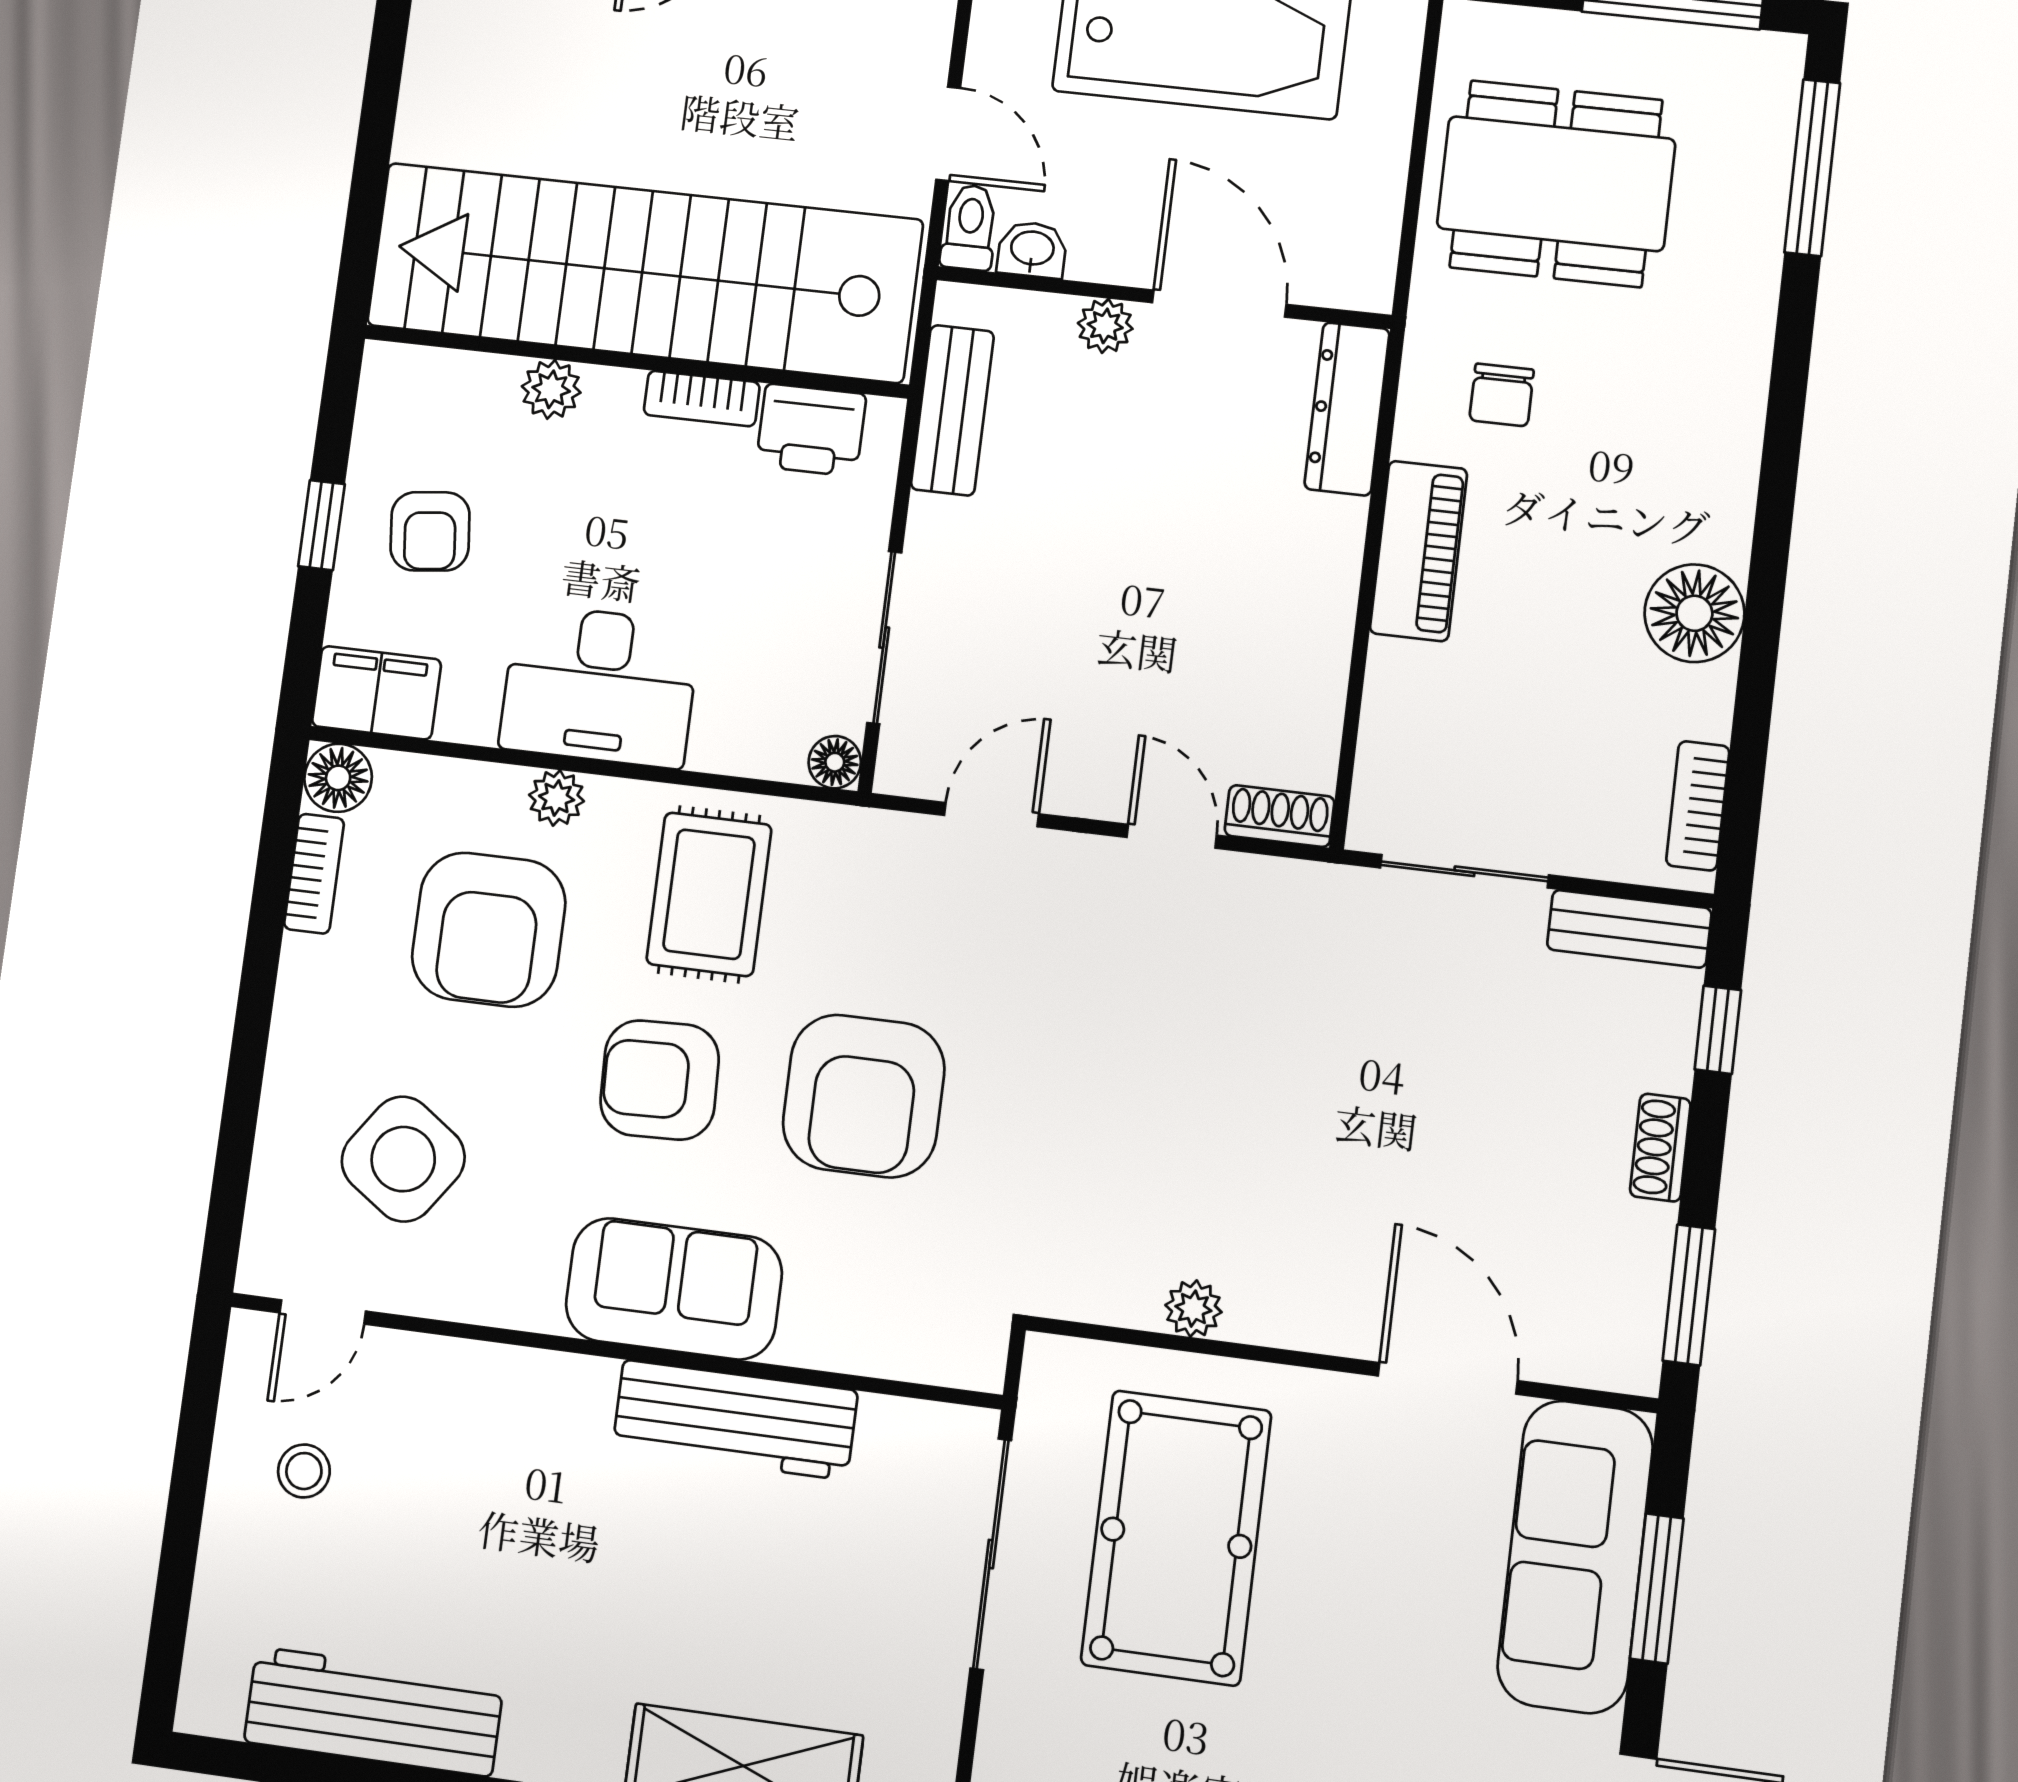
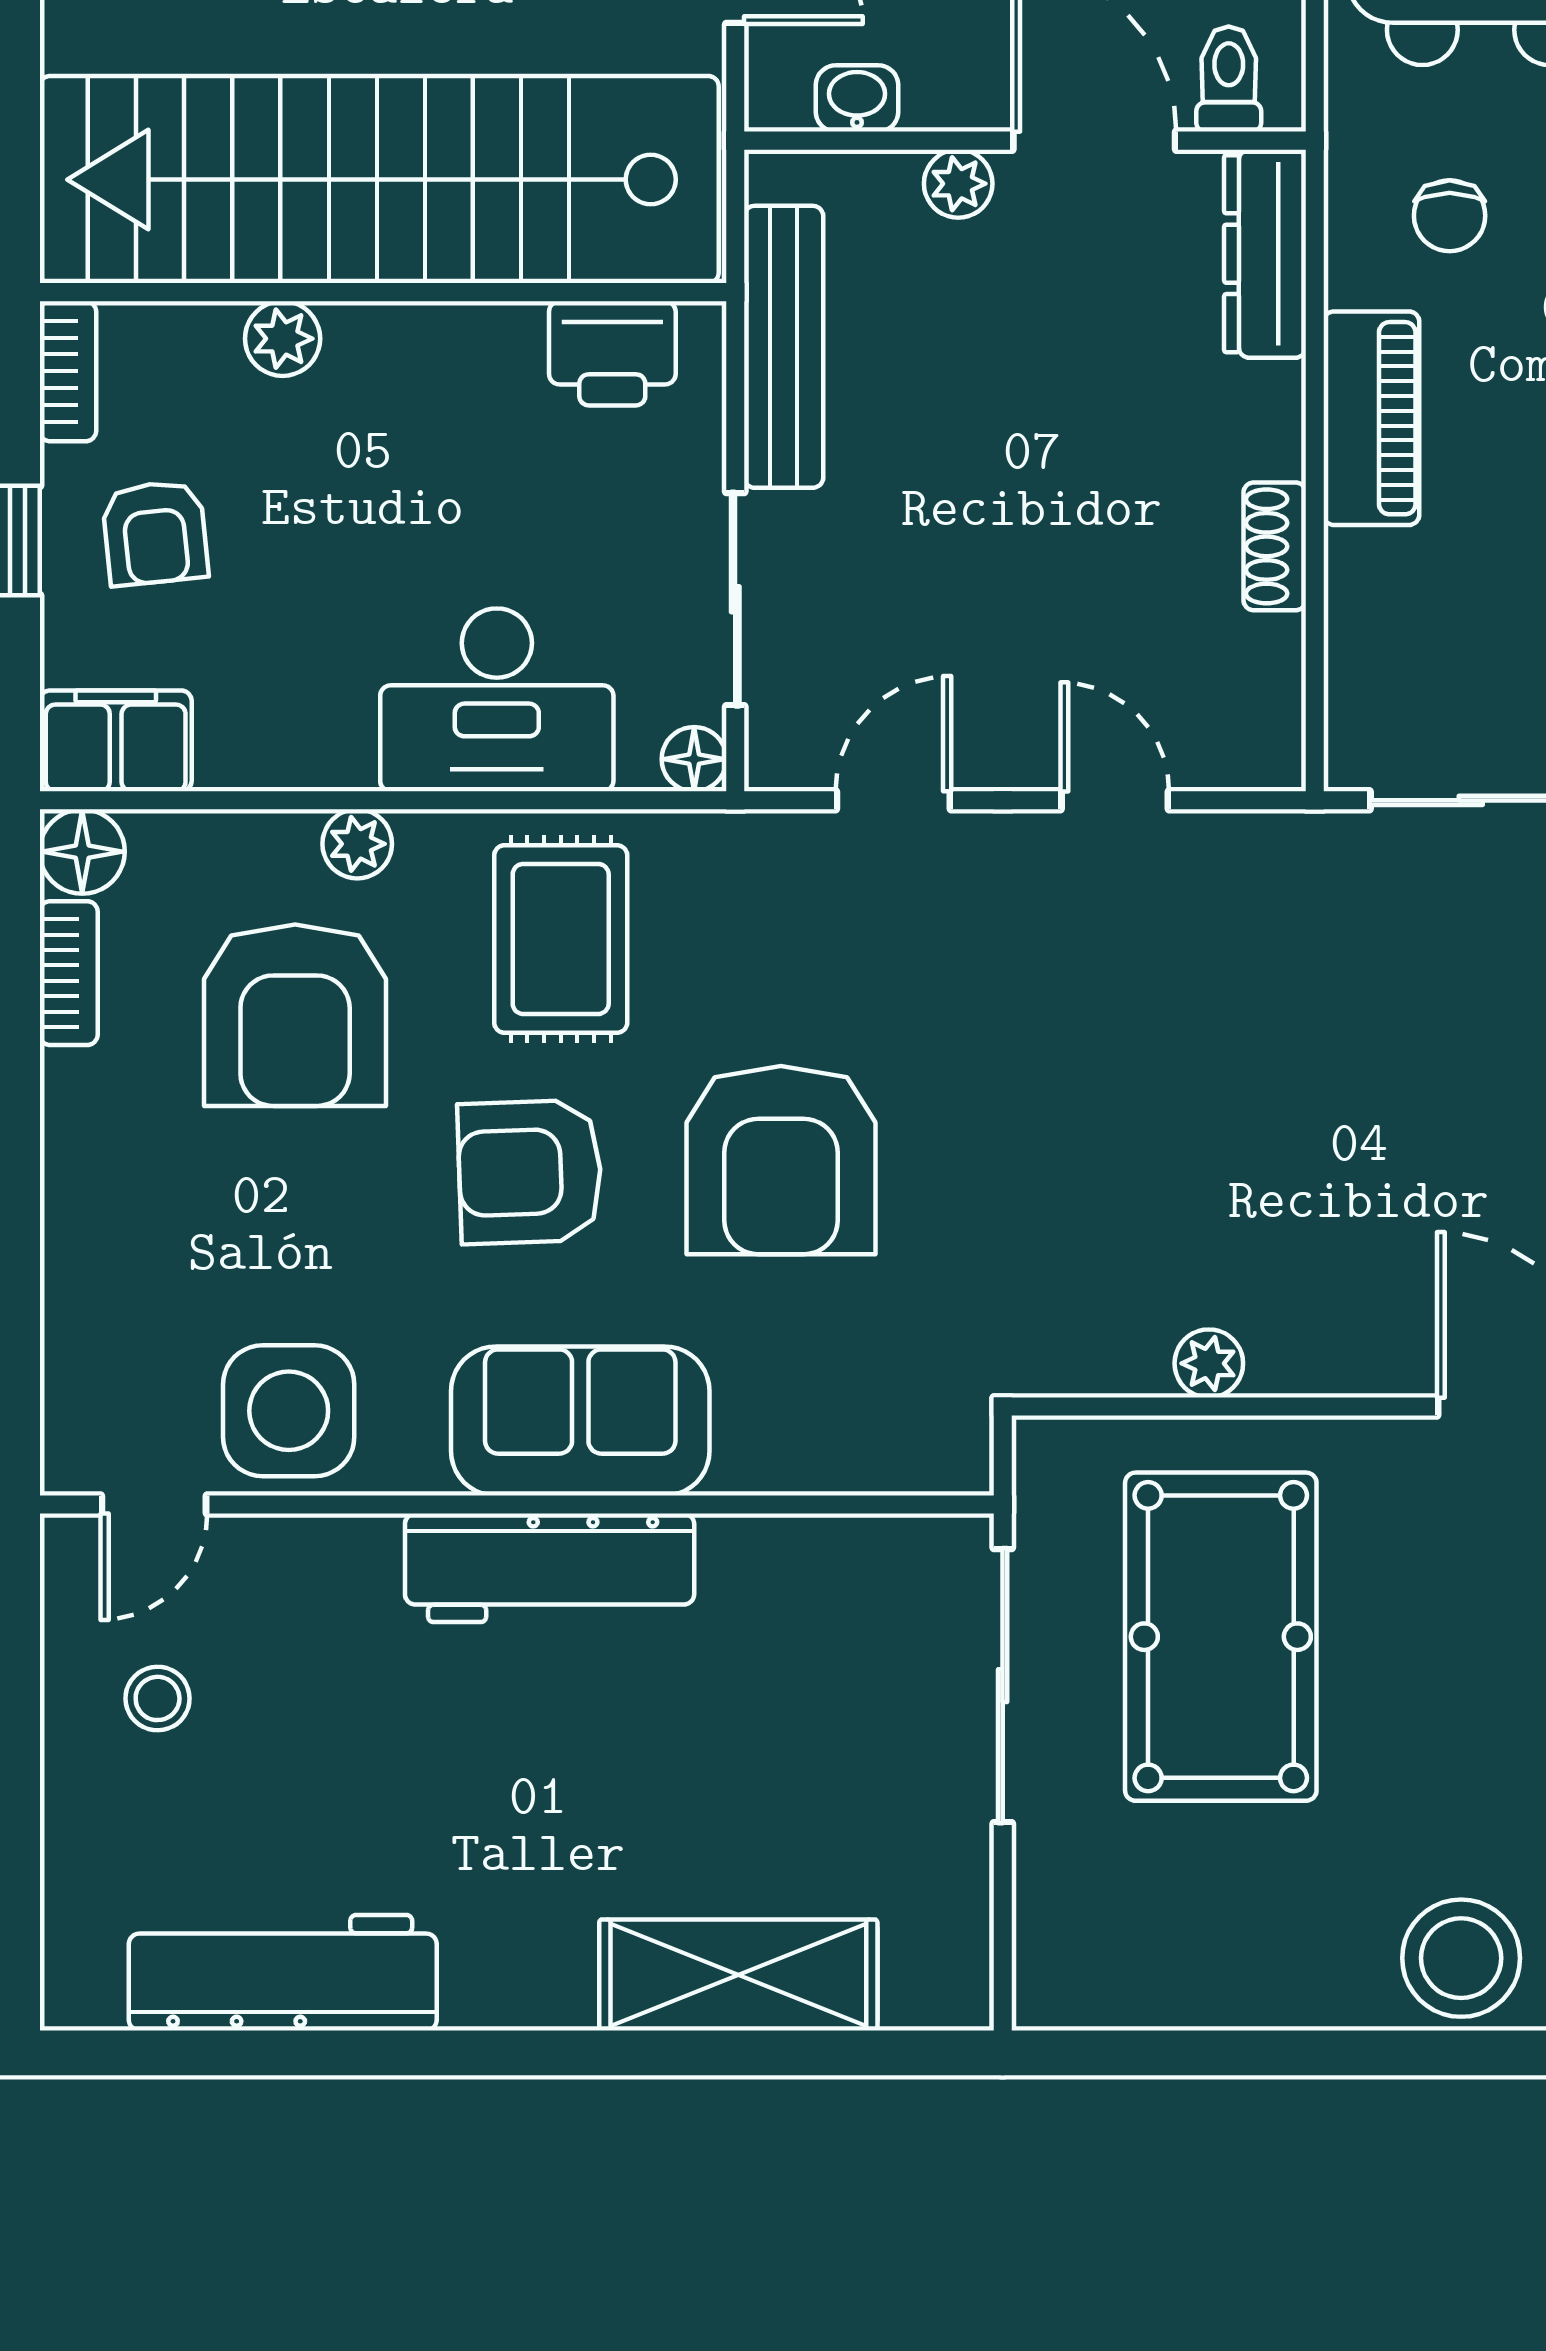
toilet: (970, 227) -> (1229, 79), moved
bookcase: (702, 399) -> (68, 371), moved, turned -90
bench: (952, 410) -> (784, 347), width x1.36
desk: (600, 686) -> (497, 700), moved
shoe rack: (1279, 816) -> (1275, 546), moved, turned -90
side table: (403, 1159) -> (289, 1411), moved, turned -35
workbench: (735, 1420) -> (550, 1568), moved

